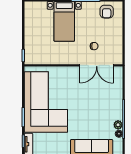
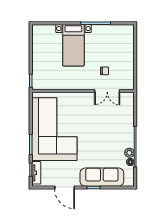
armchair: (107, 12) -> (118, 35), removed
double door: (97, 65) -> (107, 91), width x0.73

